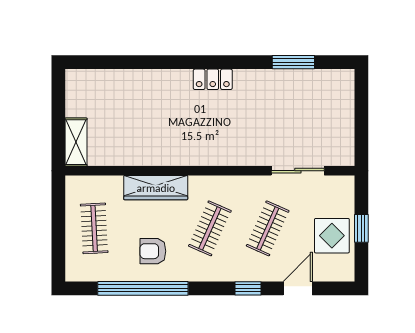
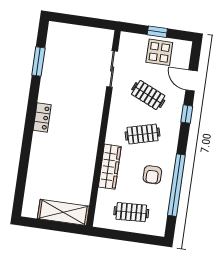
shelving: (76, 142) -> (63, 212), width x1.50, depth x1.33
clothes rail: (210, 228) -> (143, 134), turned -39

